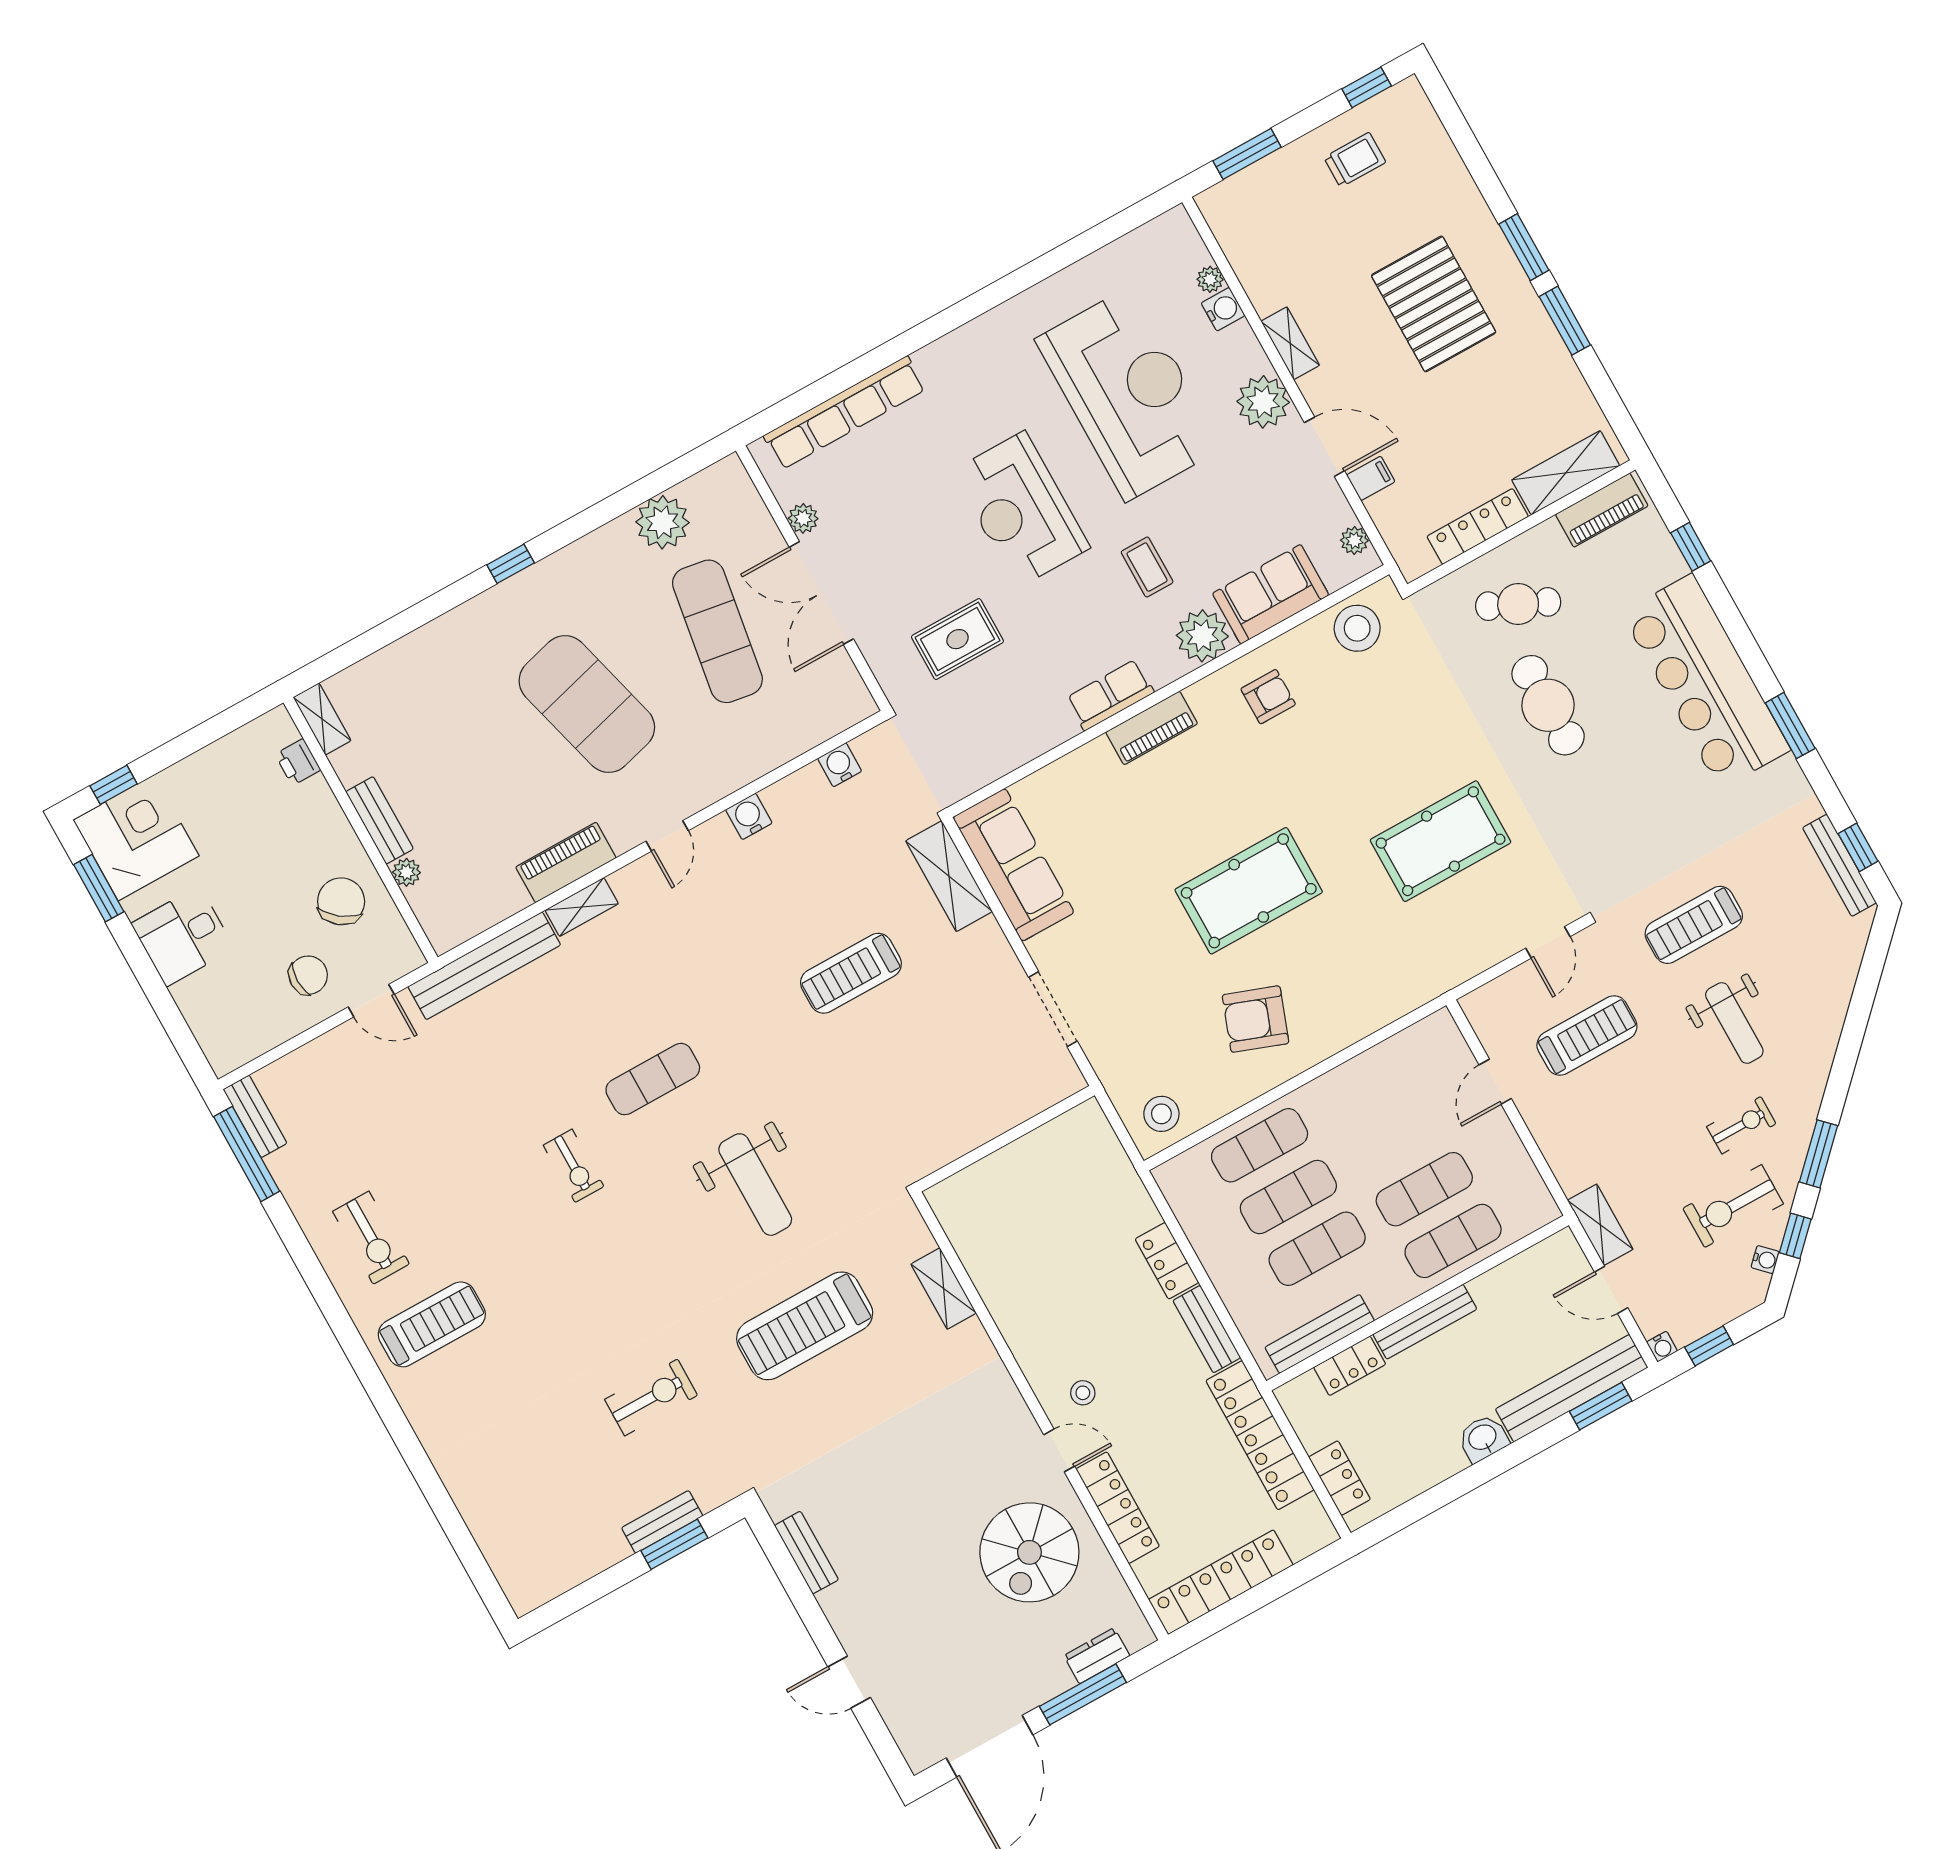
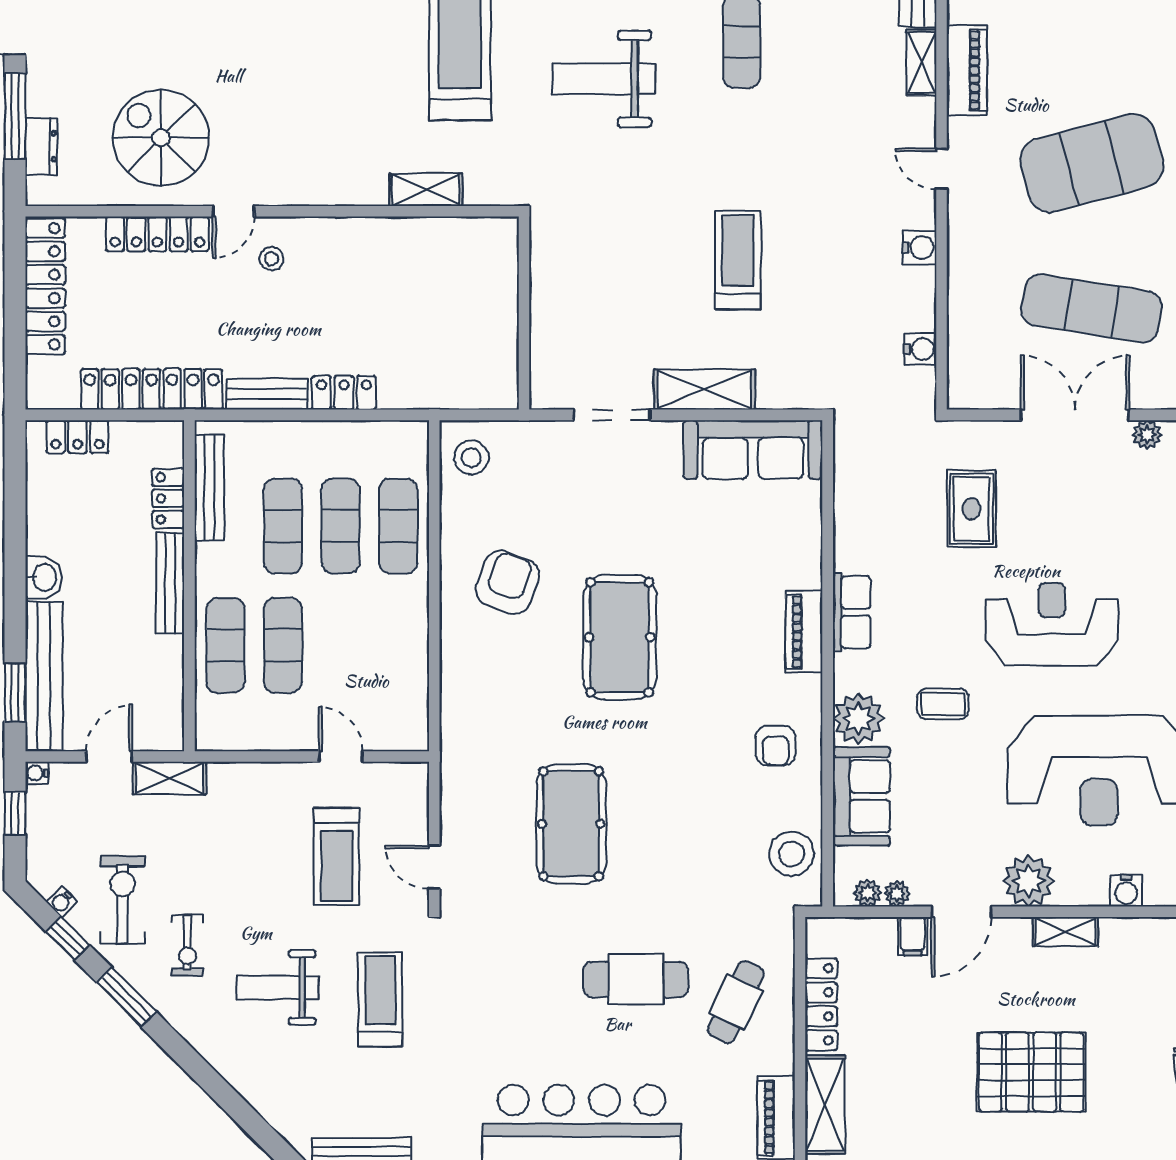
plant: (1210, 279) -> (897, 894), moved
shelving: (949, 876) -> (704, 389), moved

